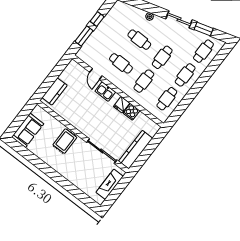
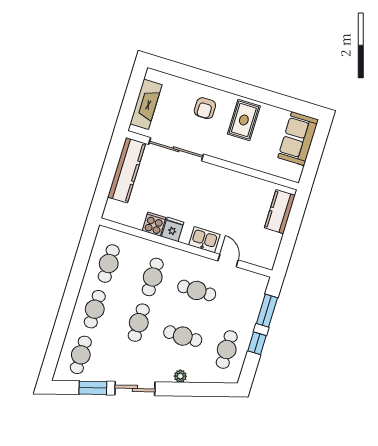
cafe table: (116, 22) -> (227, 350), added
rug: (65, 141) -> (244, 120), moved
armchair: (76, 169) -> (205, 108), added

